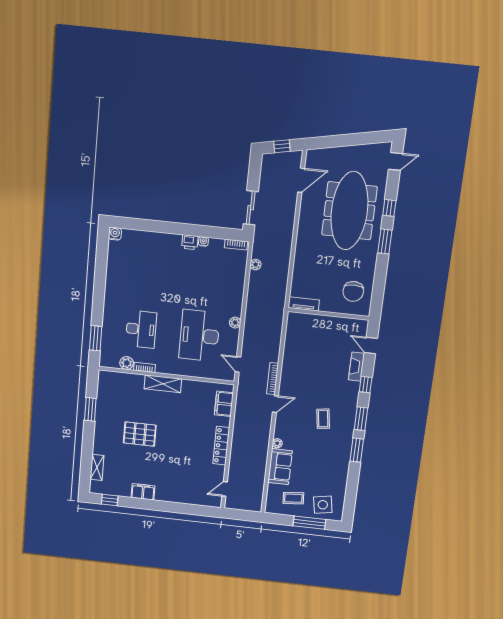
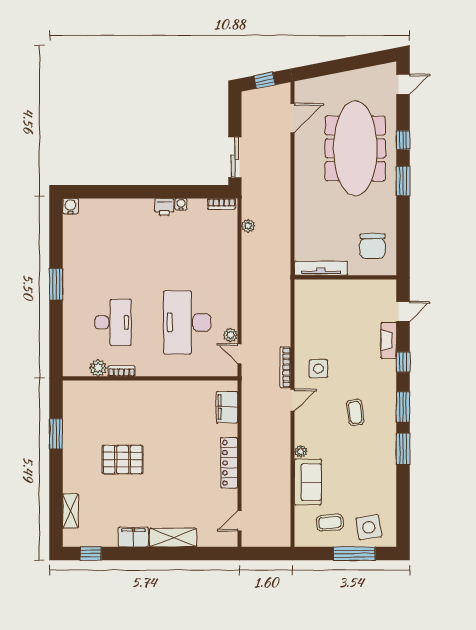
tv unit: (304, 304) -> (321, 268), width x1.41
plant: (235, 323) -> (230, 335), moved
window: (96, 338) -> (56, 284), moved
door: (371, 345) -> (403, 311), swing flipped
side table: (298, 382) -> (318, 369), added
shelving: (163, 384) -> (173, 538), moved

